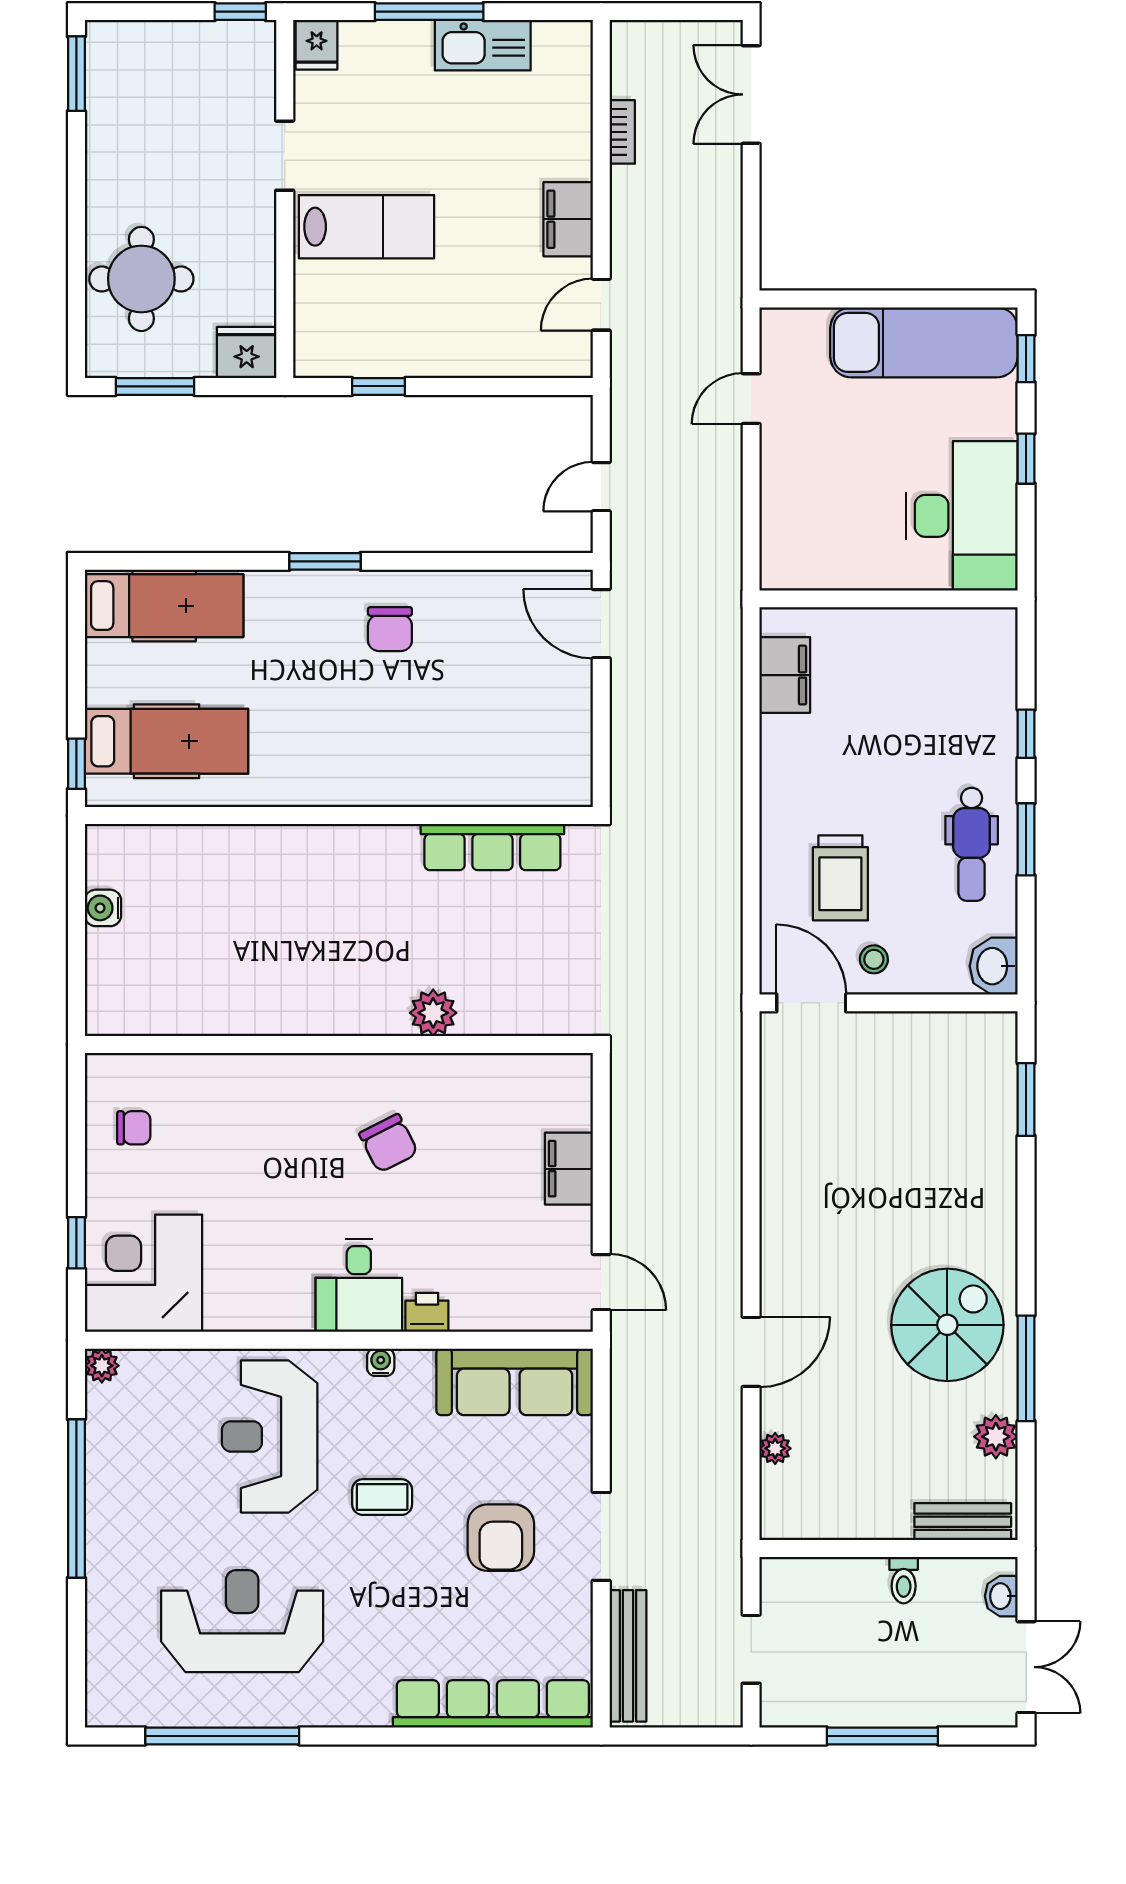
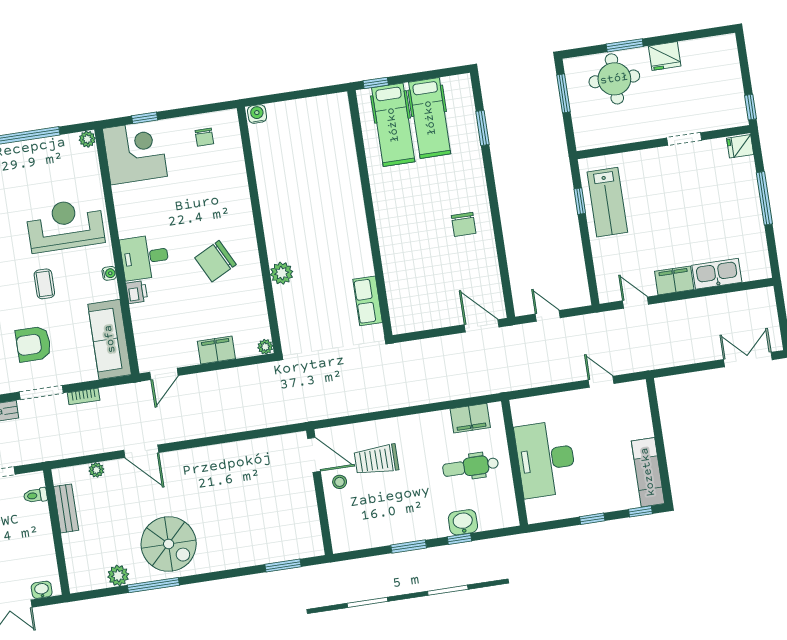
kitchen sink: (483, 45) -> (717, 274), moved, turned 90
window: (76, 74) -> (625, 45), moved
bookcase: (622, 132) -> (84, 396), moved
lab bench: (367, 227) -> (607, 202), moved
exam couch: (924, 342) -> (648, 472), width x0.73, depth x0.69
fridge: (247, 353) -> (665, 56), moved, turned 90
desk: (962, 516) -> (546, 459), moved, turned 90
window: (325, 561) -> (482, 128), moved
hospital bed: (164, 606) -> (430, 118), moved
door: (601, 624) -> (482, 326), hinge flipped
chair: (390, 629) -> (464, 224), turned -90
dental chair: (972, 844) -> (471, 467), moved
row of seats: (492, 847) -> (368, 301), width x0.68
water cooler: (103, 908) -> (257, 114), moved
washbasin: (994, 966) -> (463, 522), moved
door: (811, 1003) -> (314, 455), hinge flipped
plant: (577, 1069) -> (265, 347), added
chair: (389, 1143) -> (215, 261), width x1.37, depth x1.37
bench: (963, 1522) -> (66, 508), moved
toilet: (904, 1580) -> (35, 495), moved

